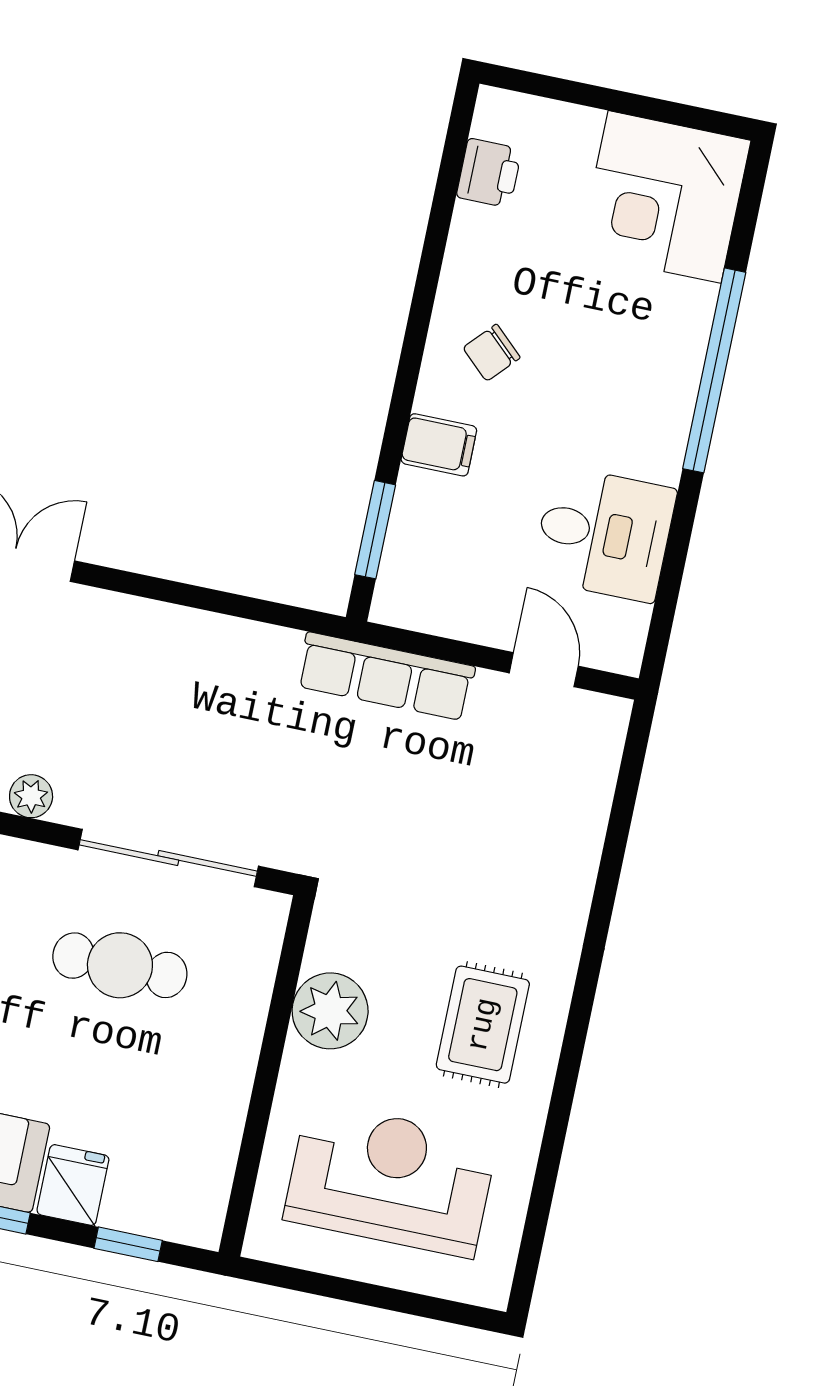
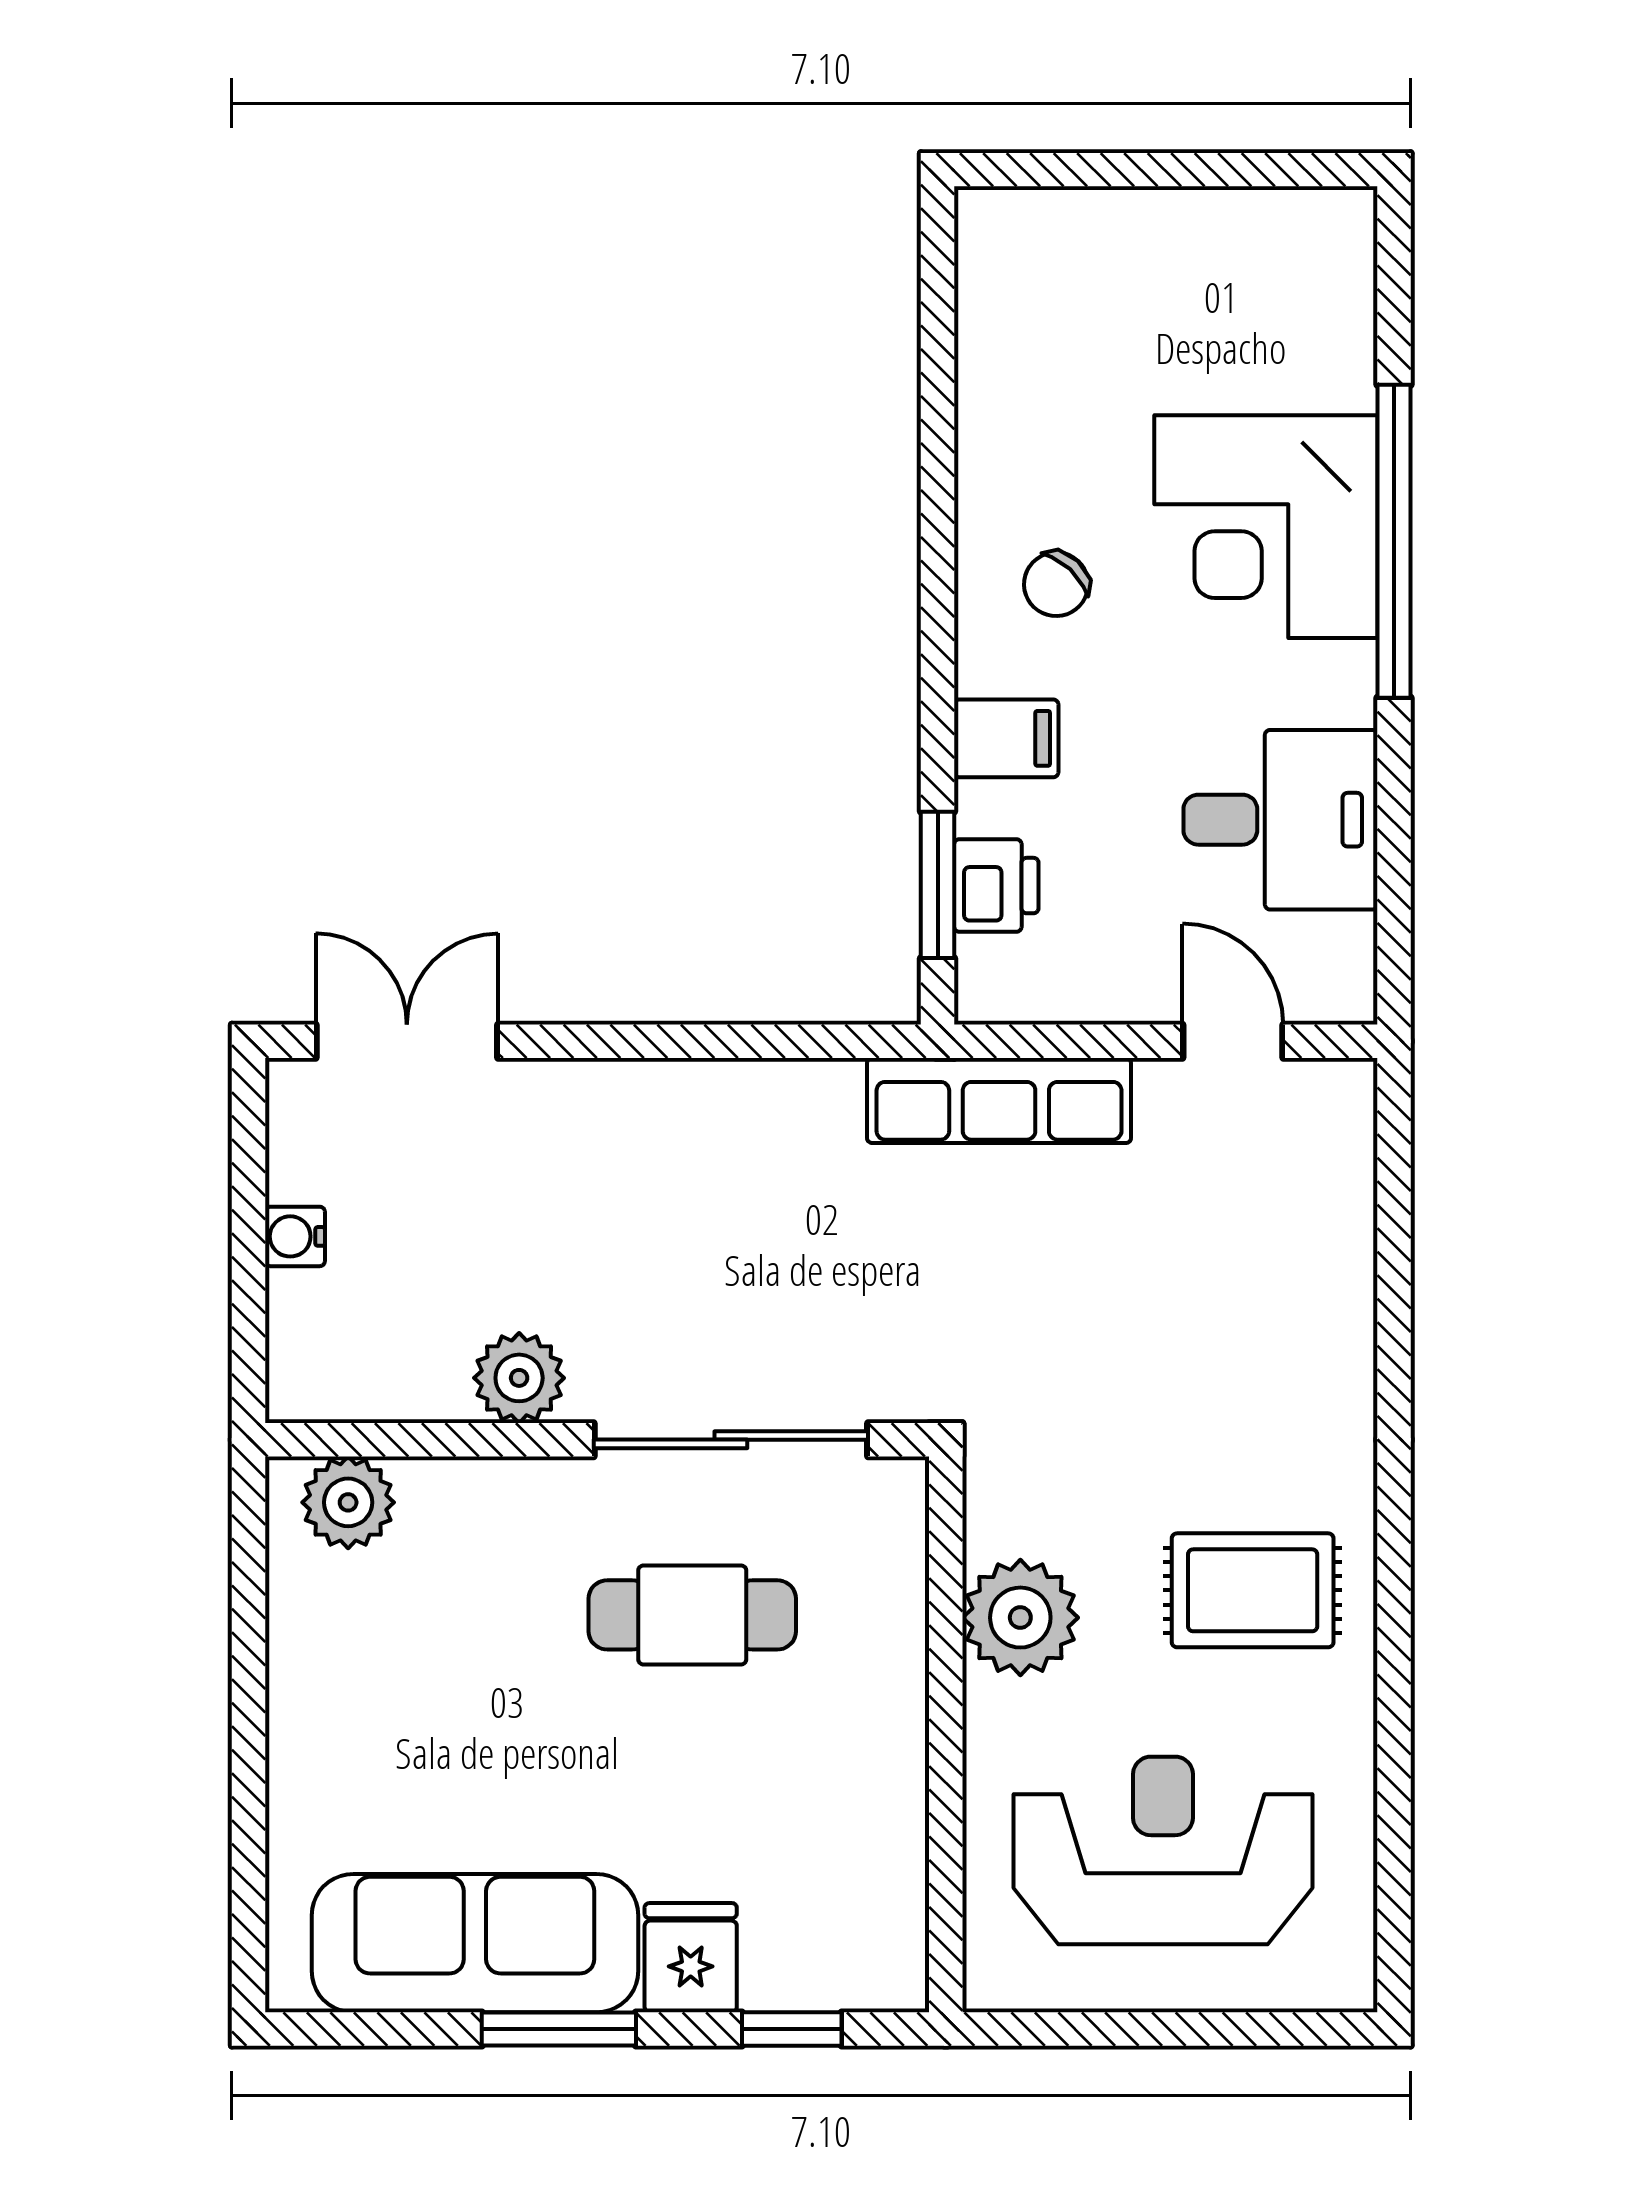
printer: (489, 173) -> (996, 886), moved
corner desk: (665, 197) -> (1266, 527), moved
plant: (31, 796) -> (519, 1378), width x1.38, depth x1.38
rug: (483, 1025) -> (1253, 1590), turned 90

